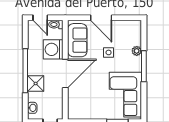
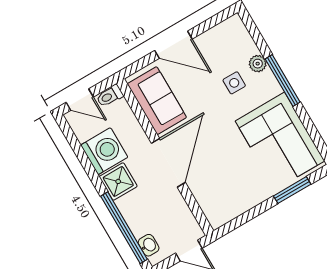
washing machine: (53, 49) -> (104, 151), moved, turned 180
side table: (109, 52) -> (234, 83), moved
window: (25, 71) -> (124, 228), moved
shower: (36, 84) -> (118, 181), moved

